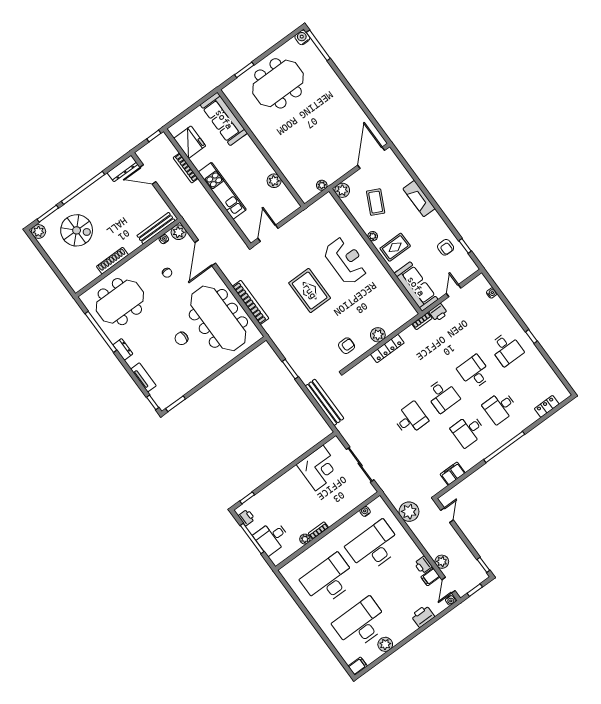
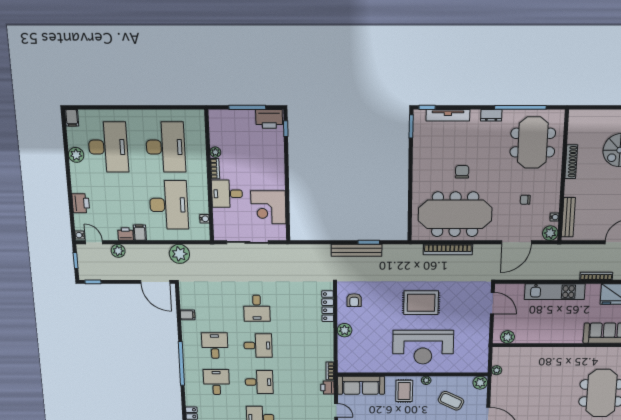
plant: (274, 181) -> (508, 337), moved
door: (205, 253) -> (516, 242), swing flipped
reception desk: (346, 260) -> (423, 347), width x1.36, depth x1.30
locker: (387, 349) -> (328, 306), moved
tv unit: (143, 377) -> (448, 115), width x1.41
desk: (442, 395) -> (258, 346), turned 180
bench: (324, 402) -> (357, 250), moved
filing cabinet: (453, 474) -> (188, 315), width x0.50
door: (447, 515) -> (155, 282), width x1.88
printer: (247, 517) -> (269, 119), width x1.87, depth x1.48
desk: (272, 538) -> (227, 194), moved, turned -90
filing cabinet: (430, 577) -> (140, 233), moved

